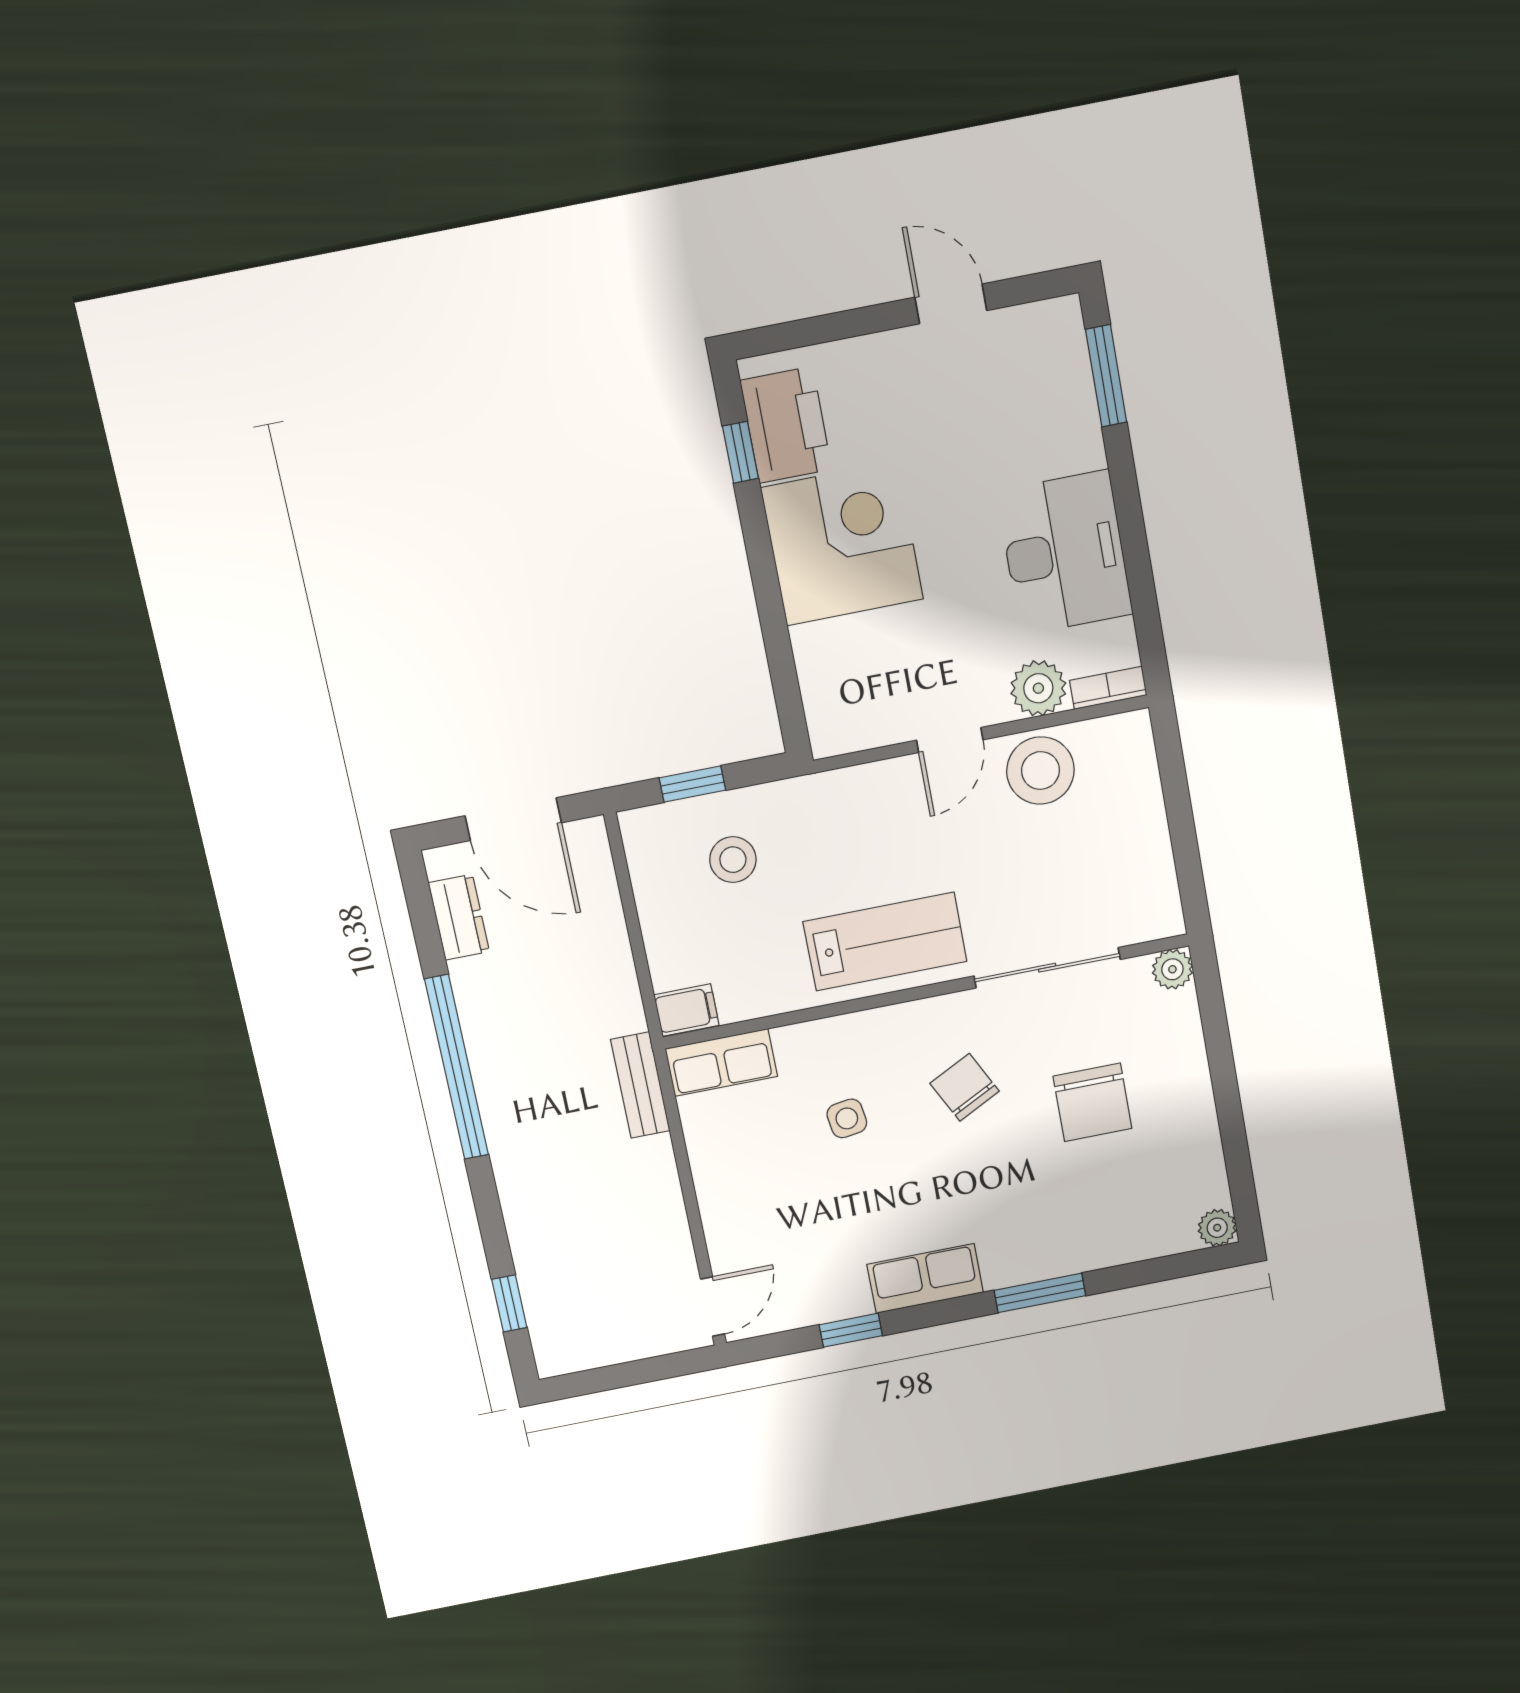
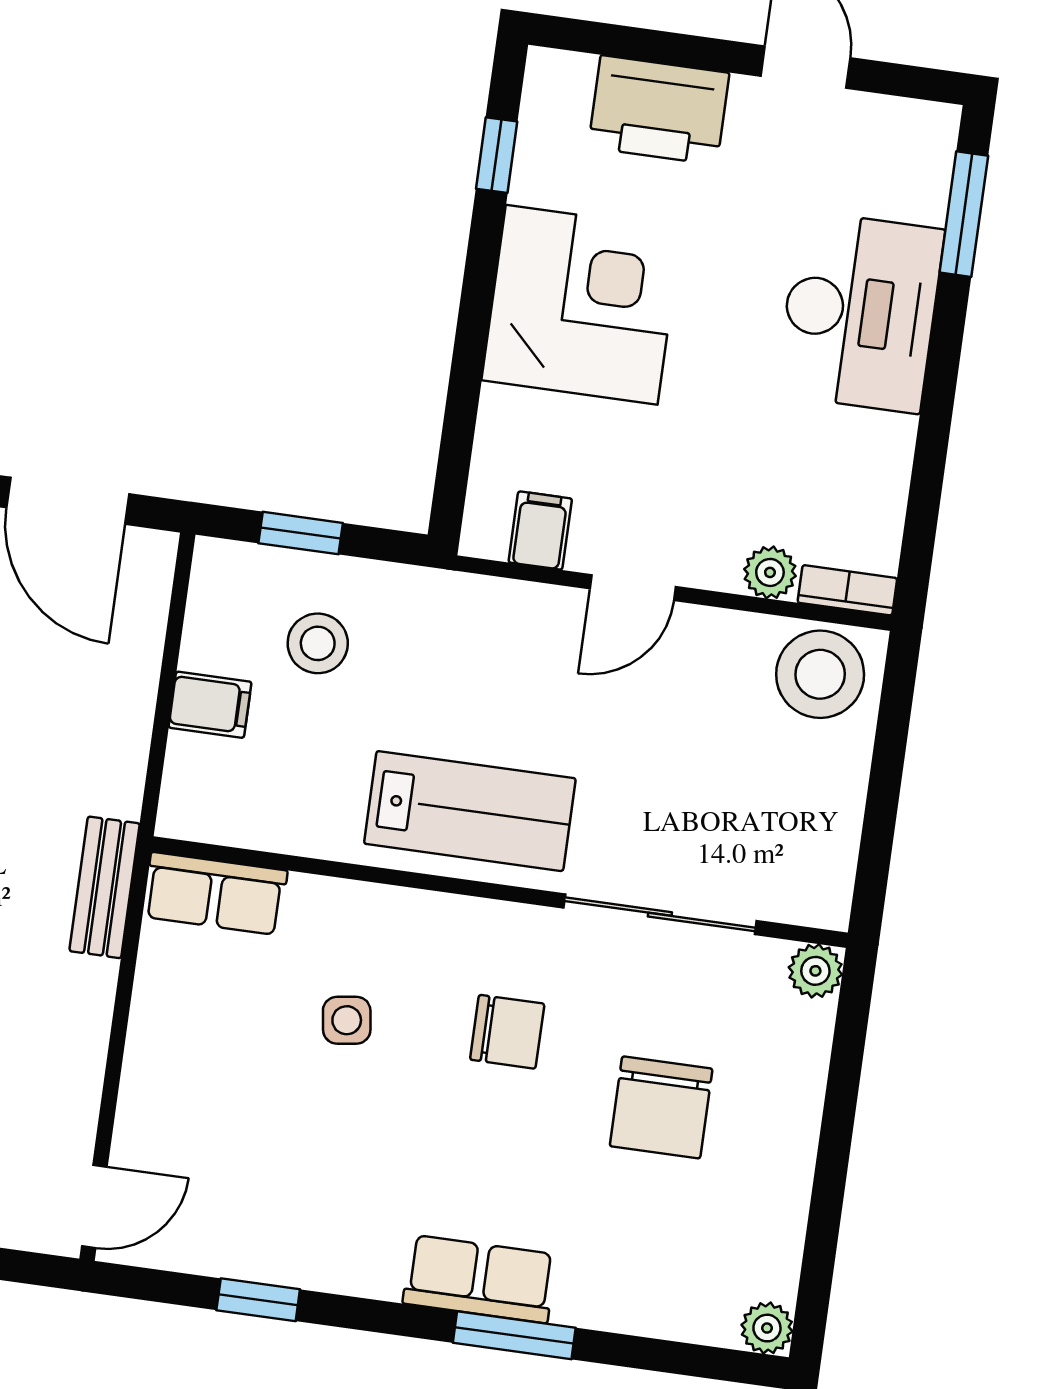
printer: (786, 425) -> (659, 110), moved, turned 90
desk: (1065, 553) -> (860, 312), moved
plant: (1038, 688) -> (770, 572), width x0.73, depth x0.73
filing cabinet: (868, 722) -> (540, 531), added
stool: (1040, 770) -> (820, 674), moved
filing cabinet: (686, 1010) -> (210, 705), moved
chair: (965, 1087) -> (507, 1032), turned 117
row of seats: (925, 1278) -> (480, 1279), moved

